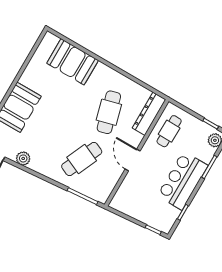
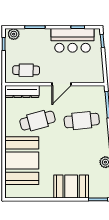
booth: (73, 62) -> (22, 161), width x1.36, depth x1.42
cafe table: (82, 159) -> (82, 121), turned -30
bar counter: (183, 181) -> (73, 40), moved

